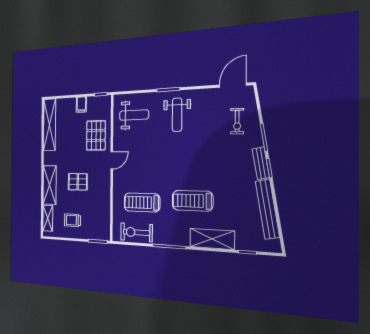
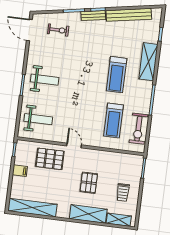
weight bench: (134, 115) -> (38, 119), turned 90

